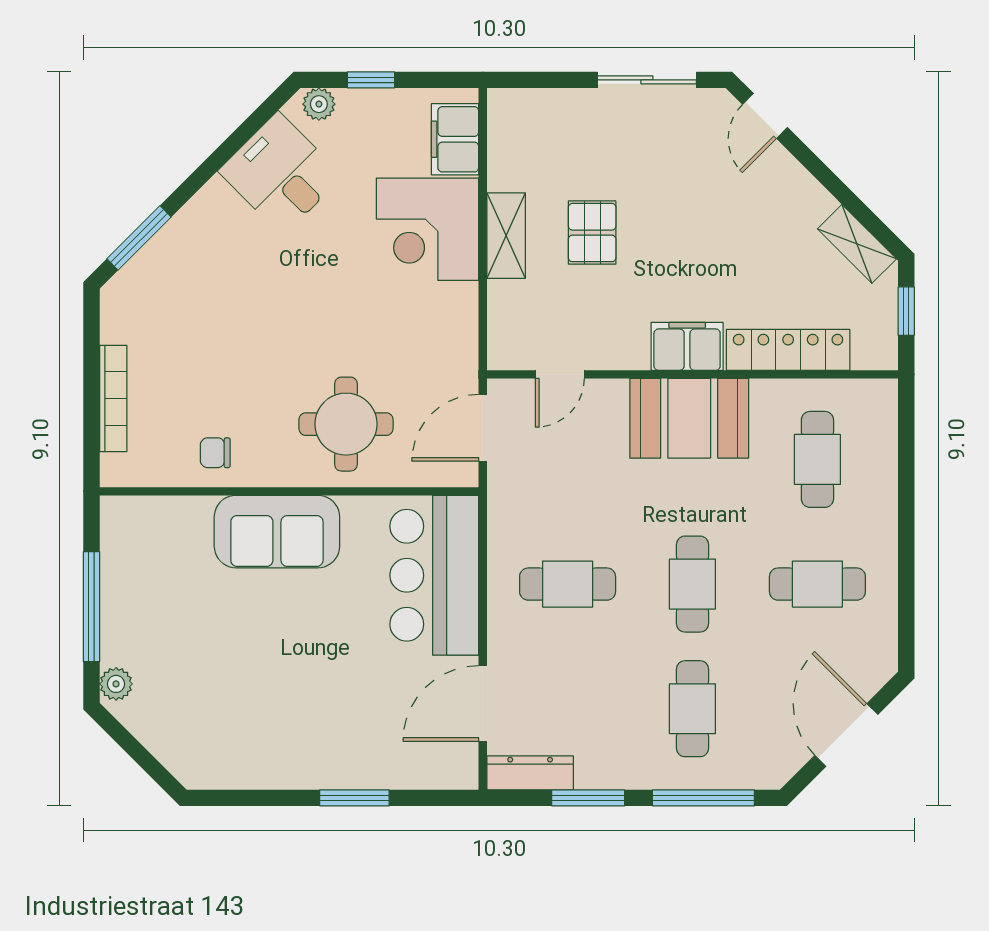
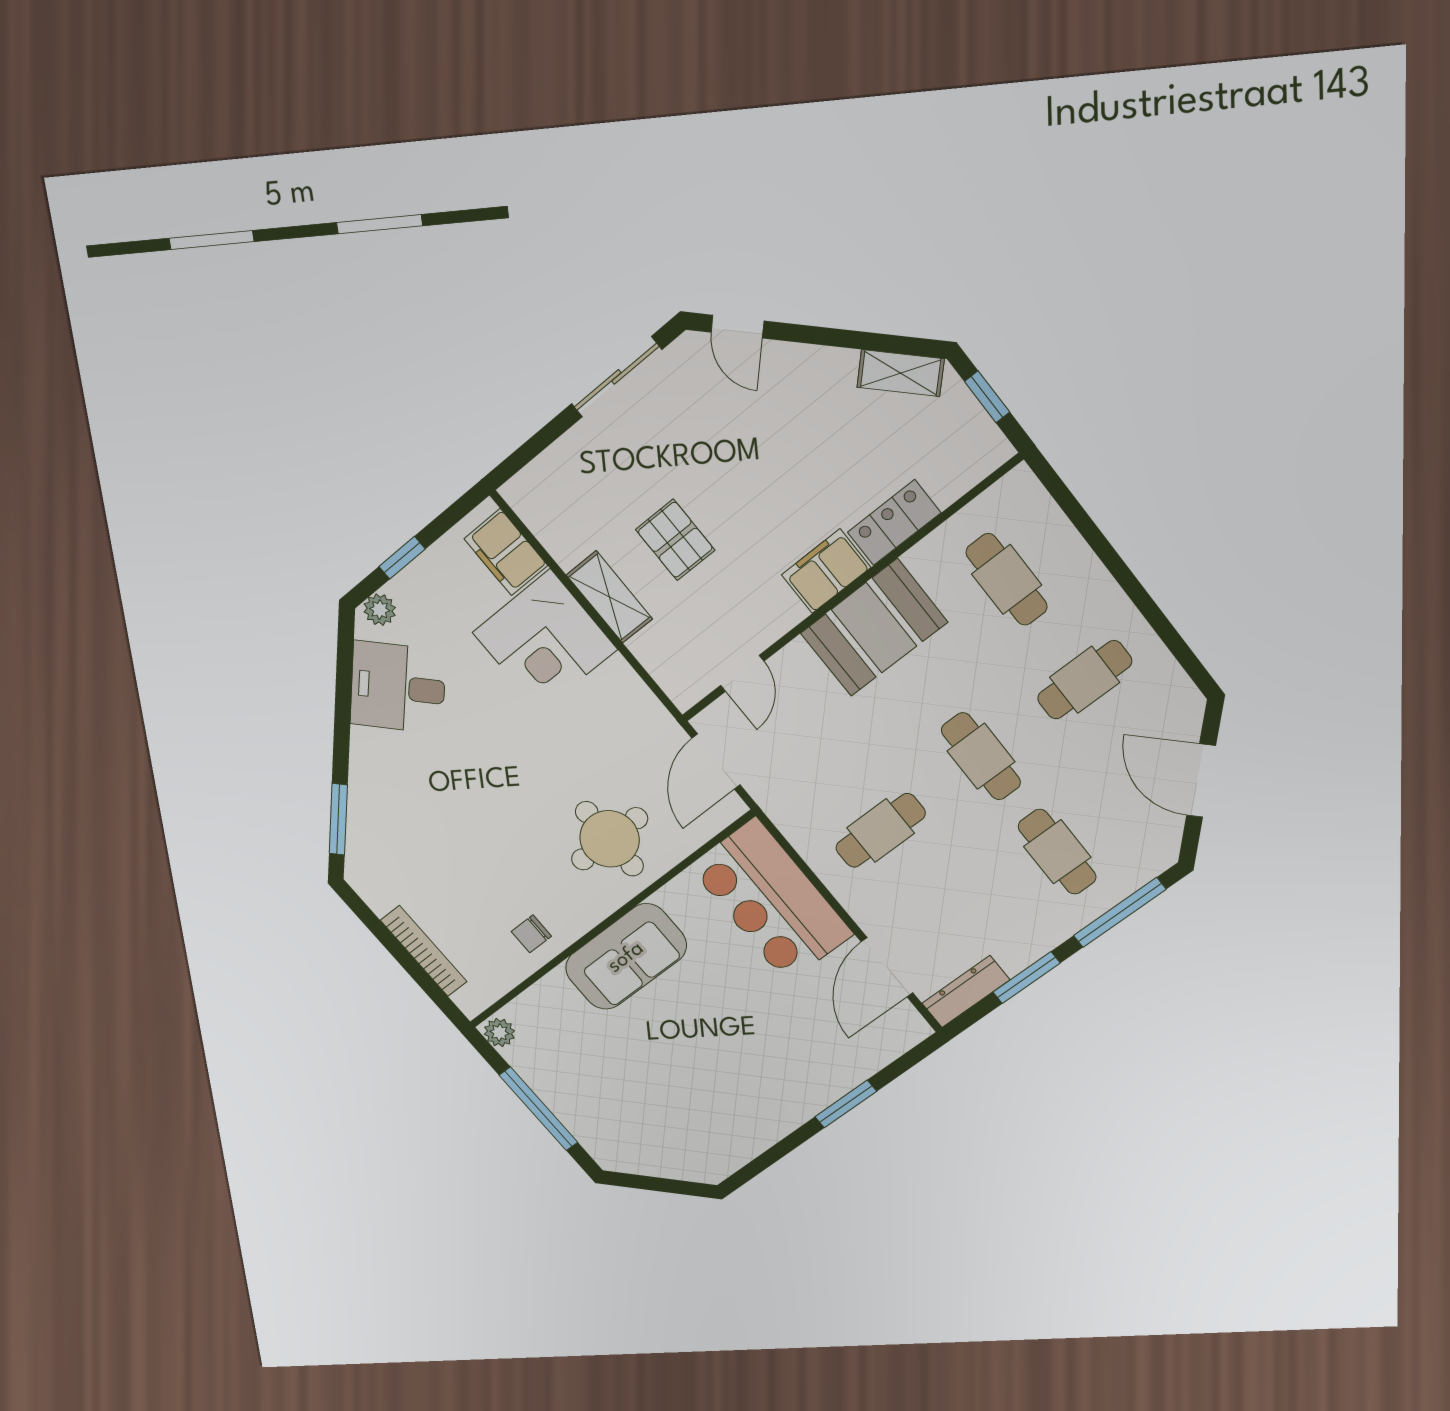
locker: (788, 350) -> (894, 523), width x0.66
plant: (116, 684) -> (499, 1032), moved

